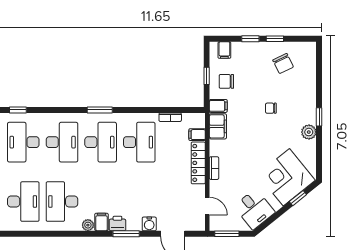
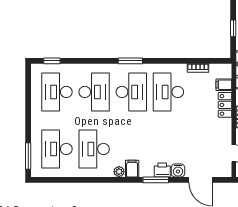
desk: (139, 142) -> (168, 92), turned 180
locker: (198, 163) -> (225, 105), width x0.66
desk: (23, 202) -> (57, 149), turned 180
printer: (117, 223) -> (162, 170), moved

